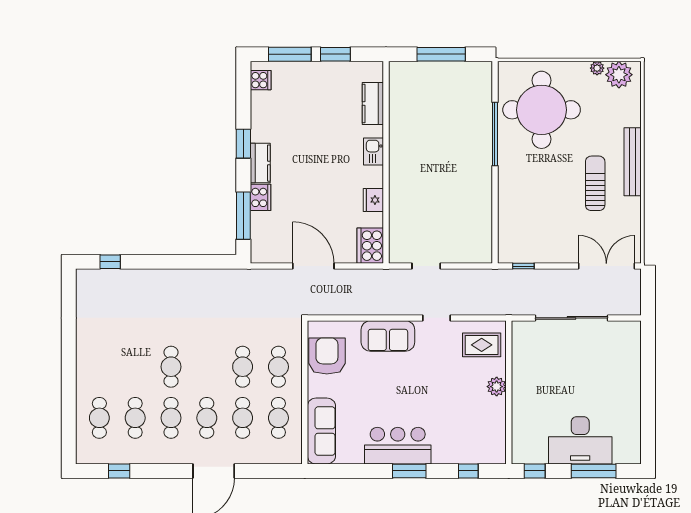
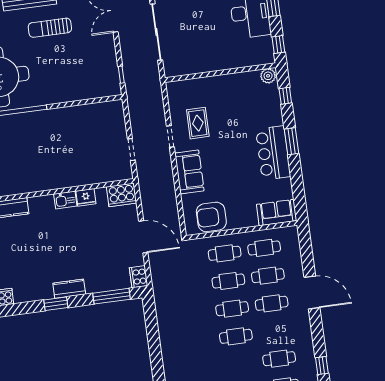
kitchen sink: (374, 151) -> (65, 200), moved
cooker: (260, 197) -> (139, 277), moved, turned -90
door: (313, 266) -> (143, 237), swing flipped
rug: (482, 345) -> (198, 123), moved
plant: (497, 387) -> (268, 76), moved
cafe table: (171, 418) -> (232, 309), moved
sofa: (321, 431) -> (277, 212), width x0.73

